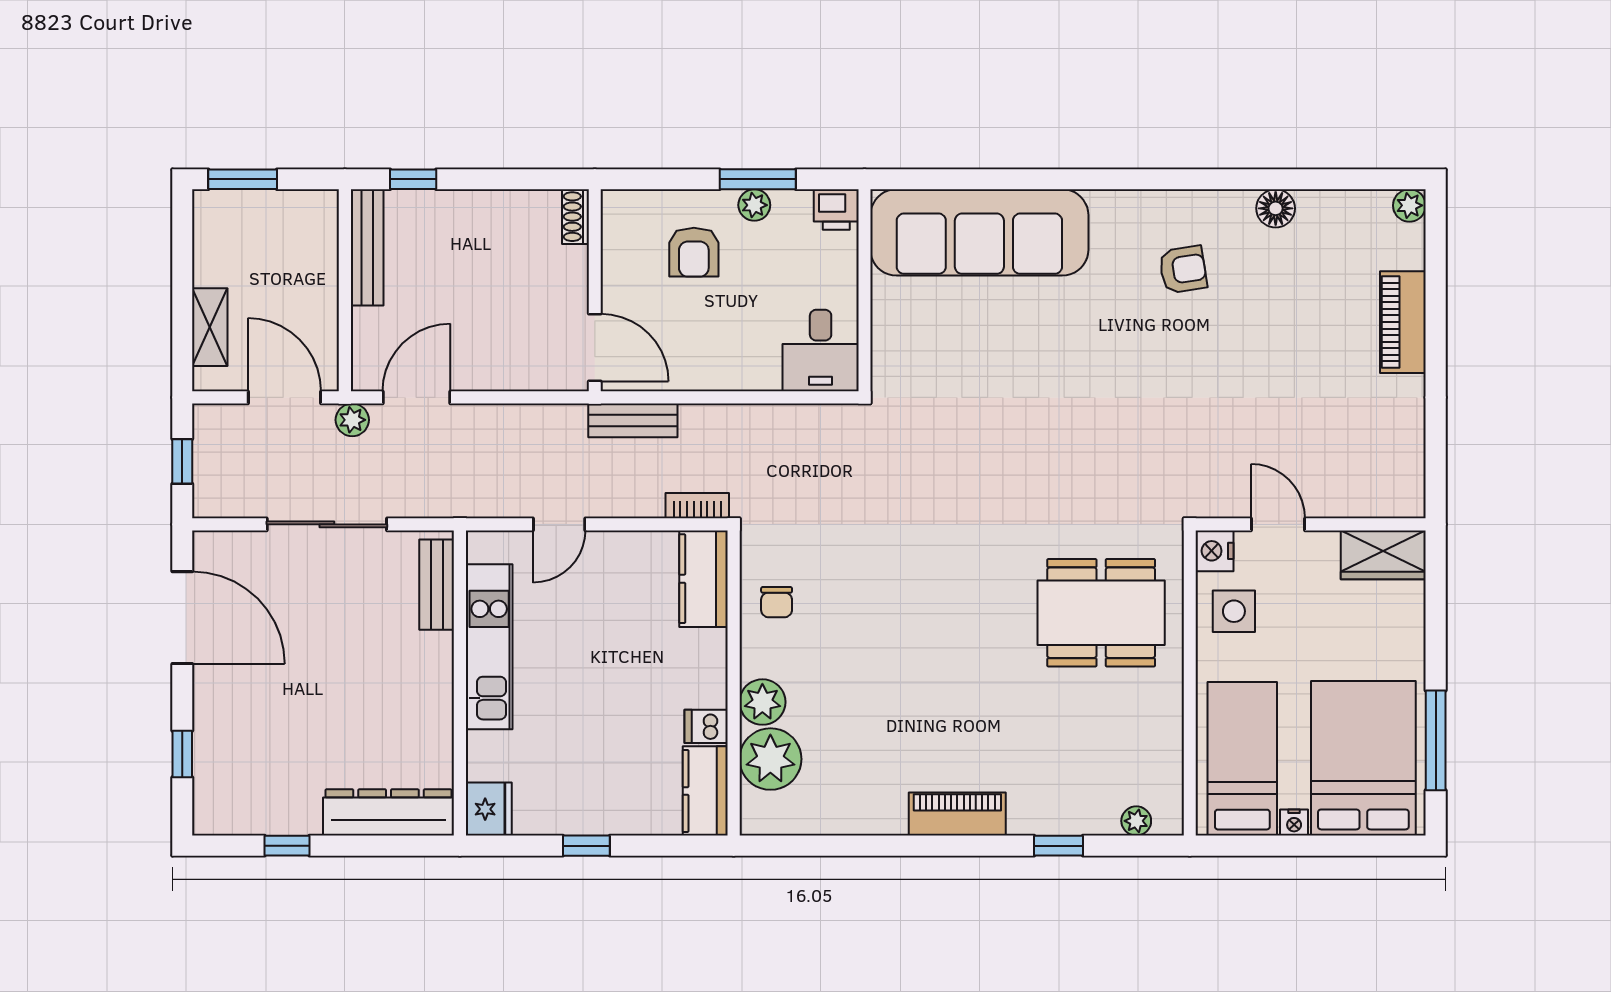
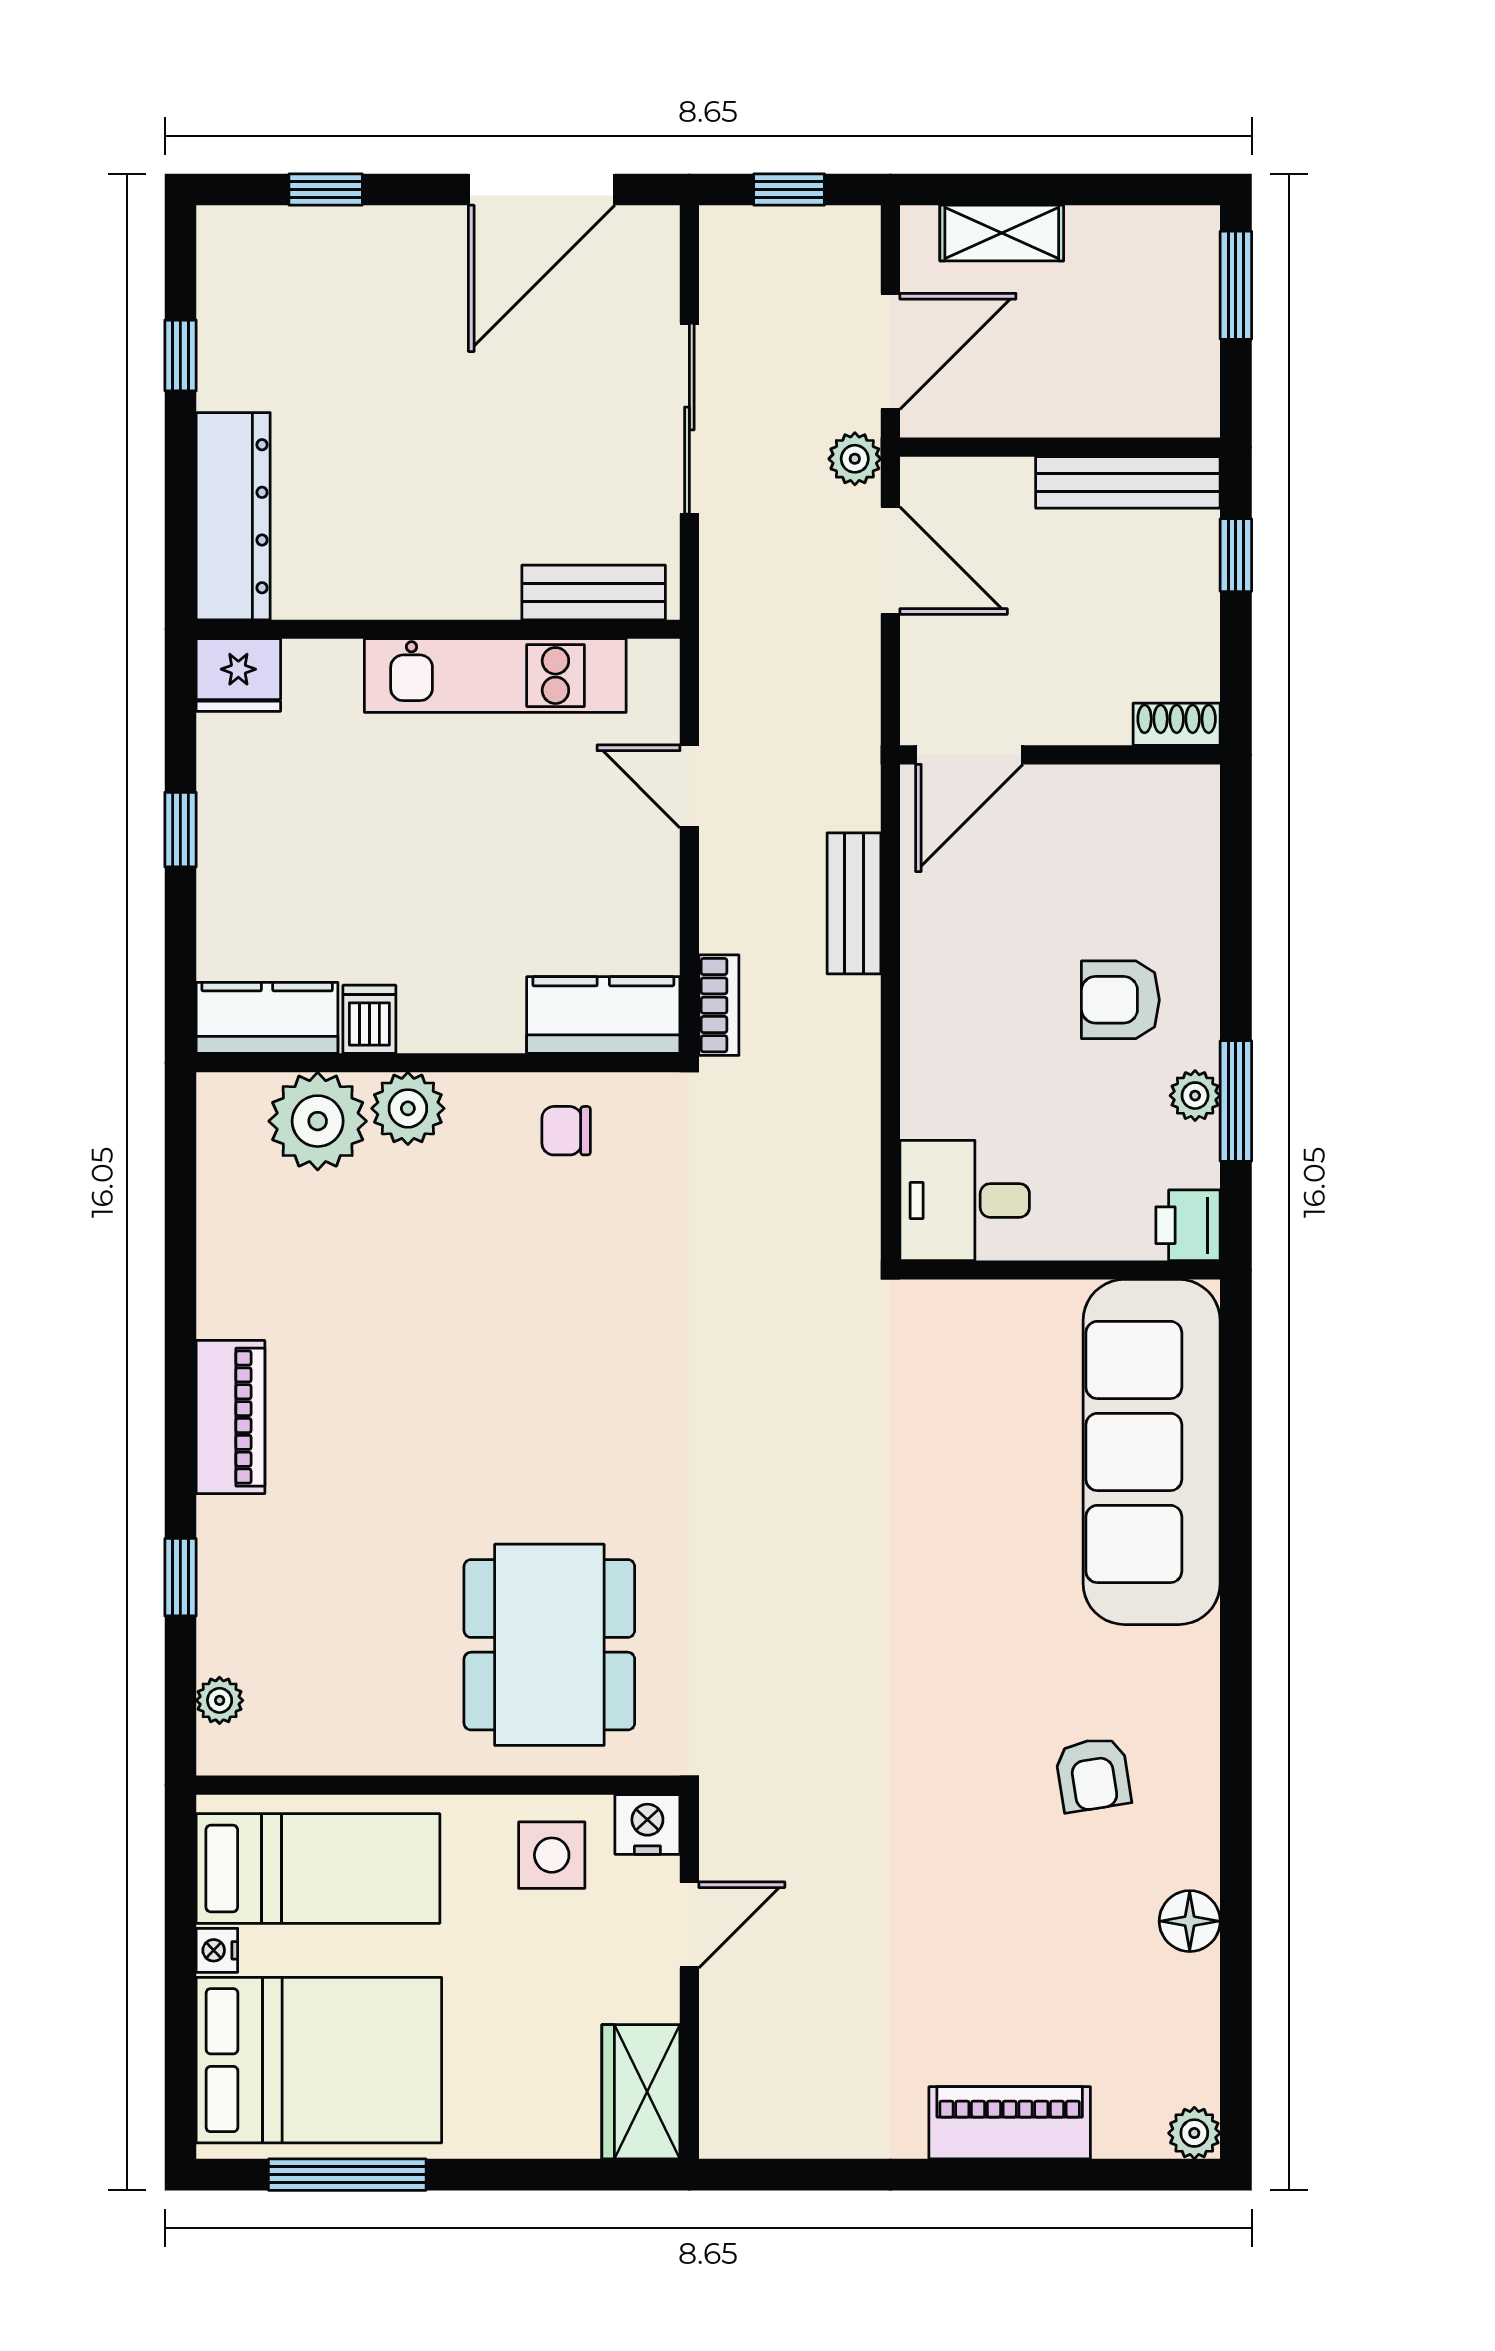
shoe rack: (575, 217) -> (1177, 724), moved
wall: (595, 290) -> (1060, 755), moved
door: (595, 348) -> (969, 755), moved

